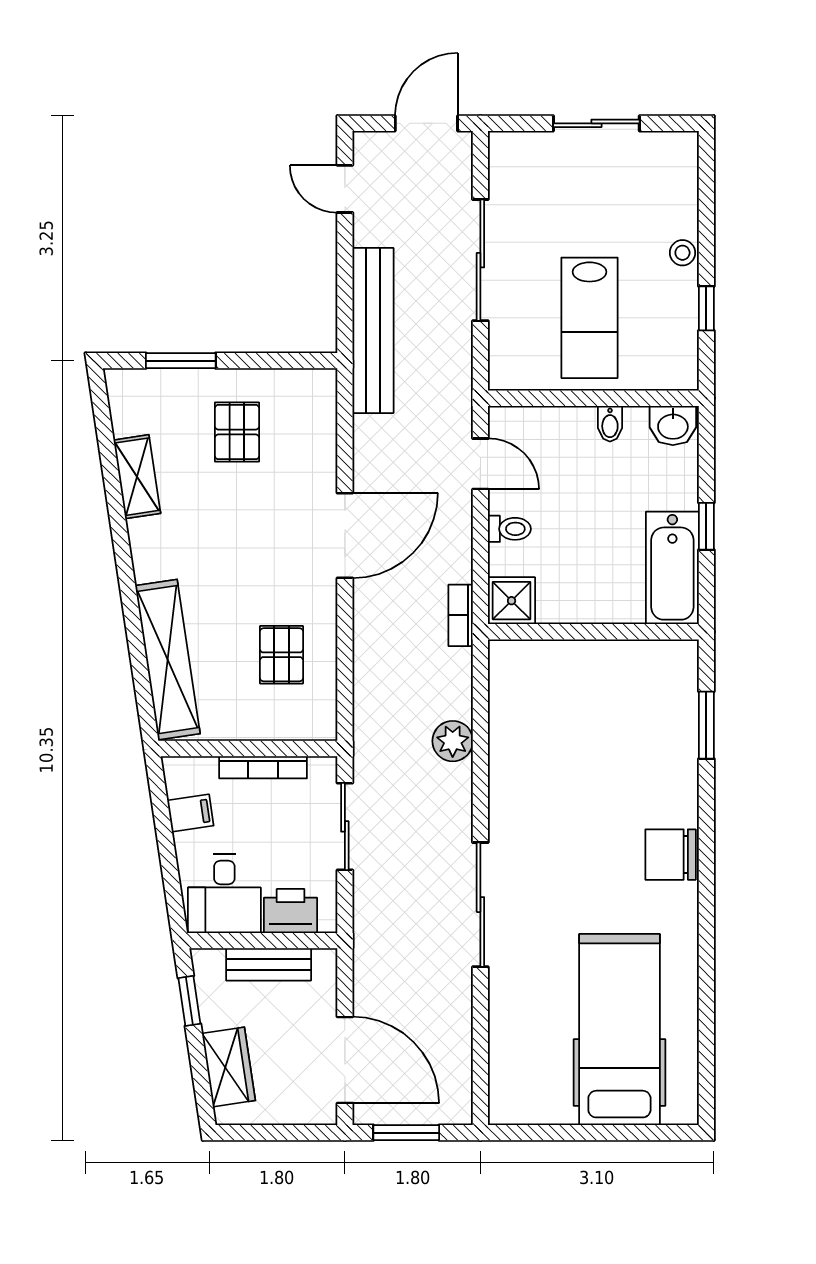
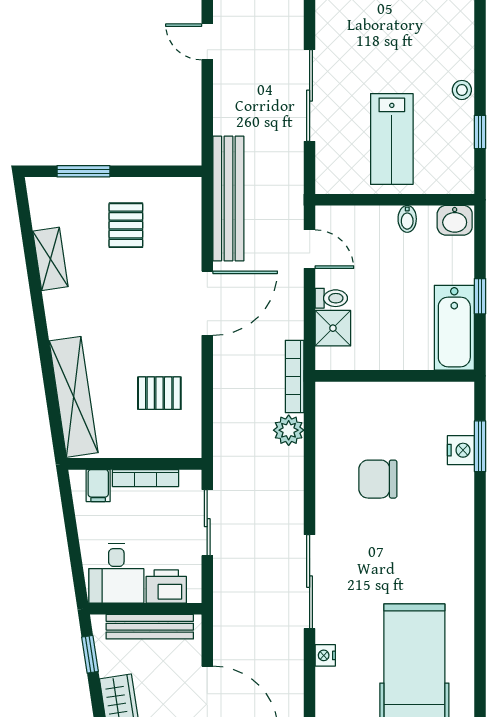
bench: (373, 331) -> (228, 198), moved
shower: (512, 601) -> (333, 328), moved
bookcase: (461, 615) -> (295, 377), width x1.56
pallet: (281, 655) -> (159, 393), turned 90
nightstand: (681, 730) -> (461, 450), added
plant: (453, 741) -> (289, 430), moved
filing cabinet: (190, 813) -> (98, 486), moved, turned 98
chair: (671, 855) -> (378, 479), moved
bench: (269, 964) -> (150, 627), width x1.36
nightstand: (501, 1002) -> (325, 655), added

